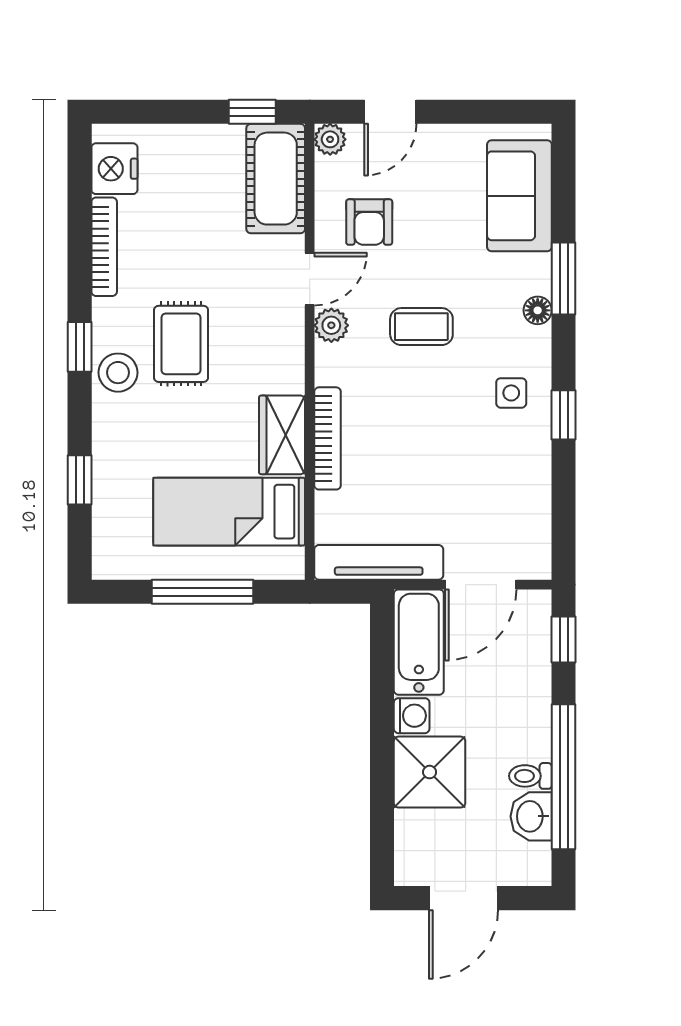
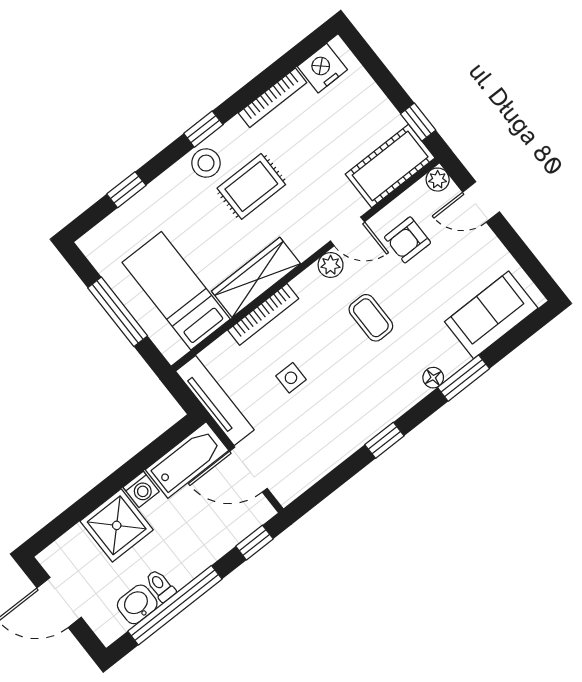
side table: (511, 393) -> (291, 378), moved
wardrobe: (282, 435) -> (256, 277), width x1.50

